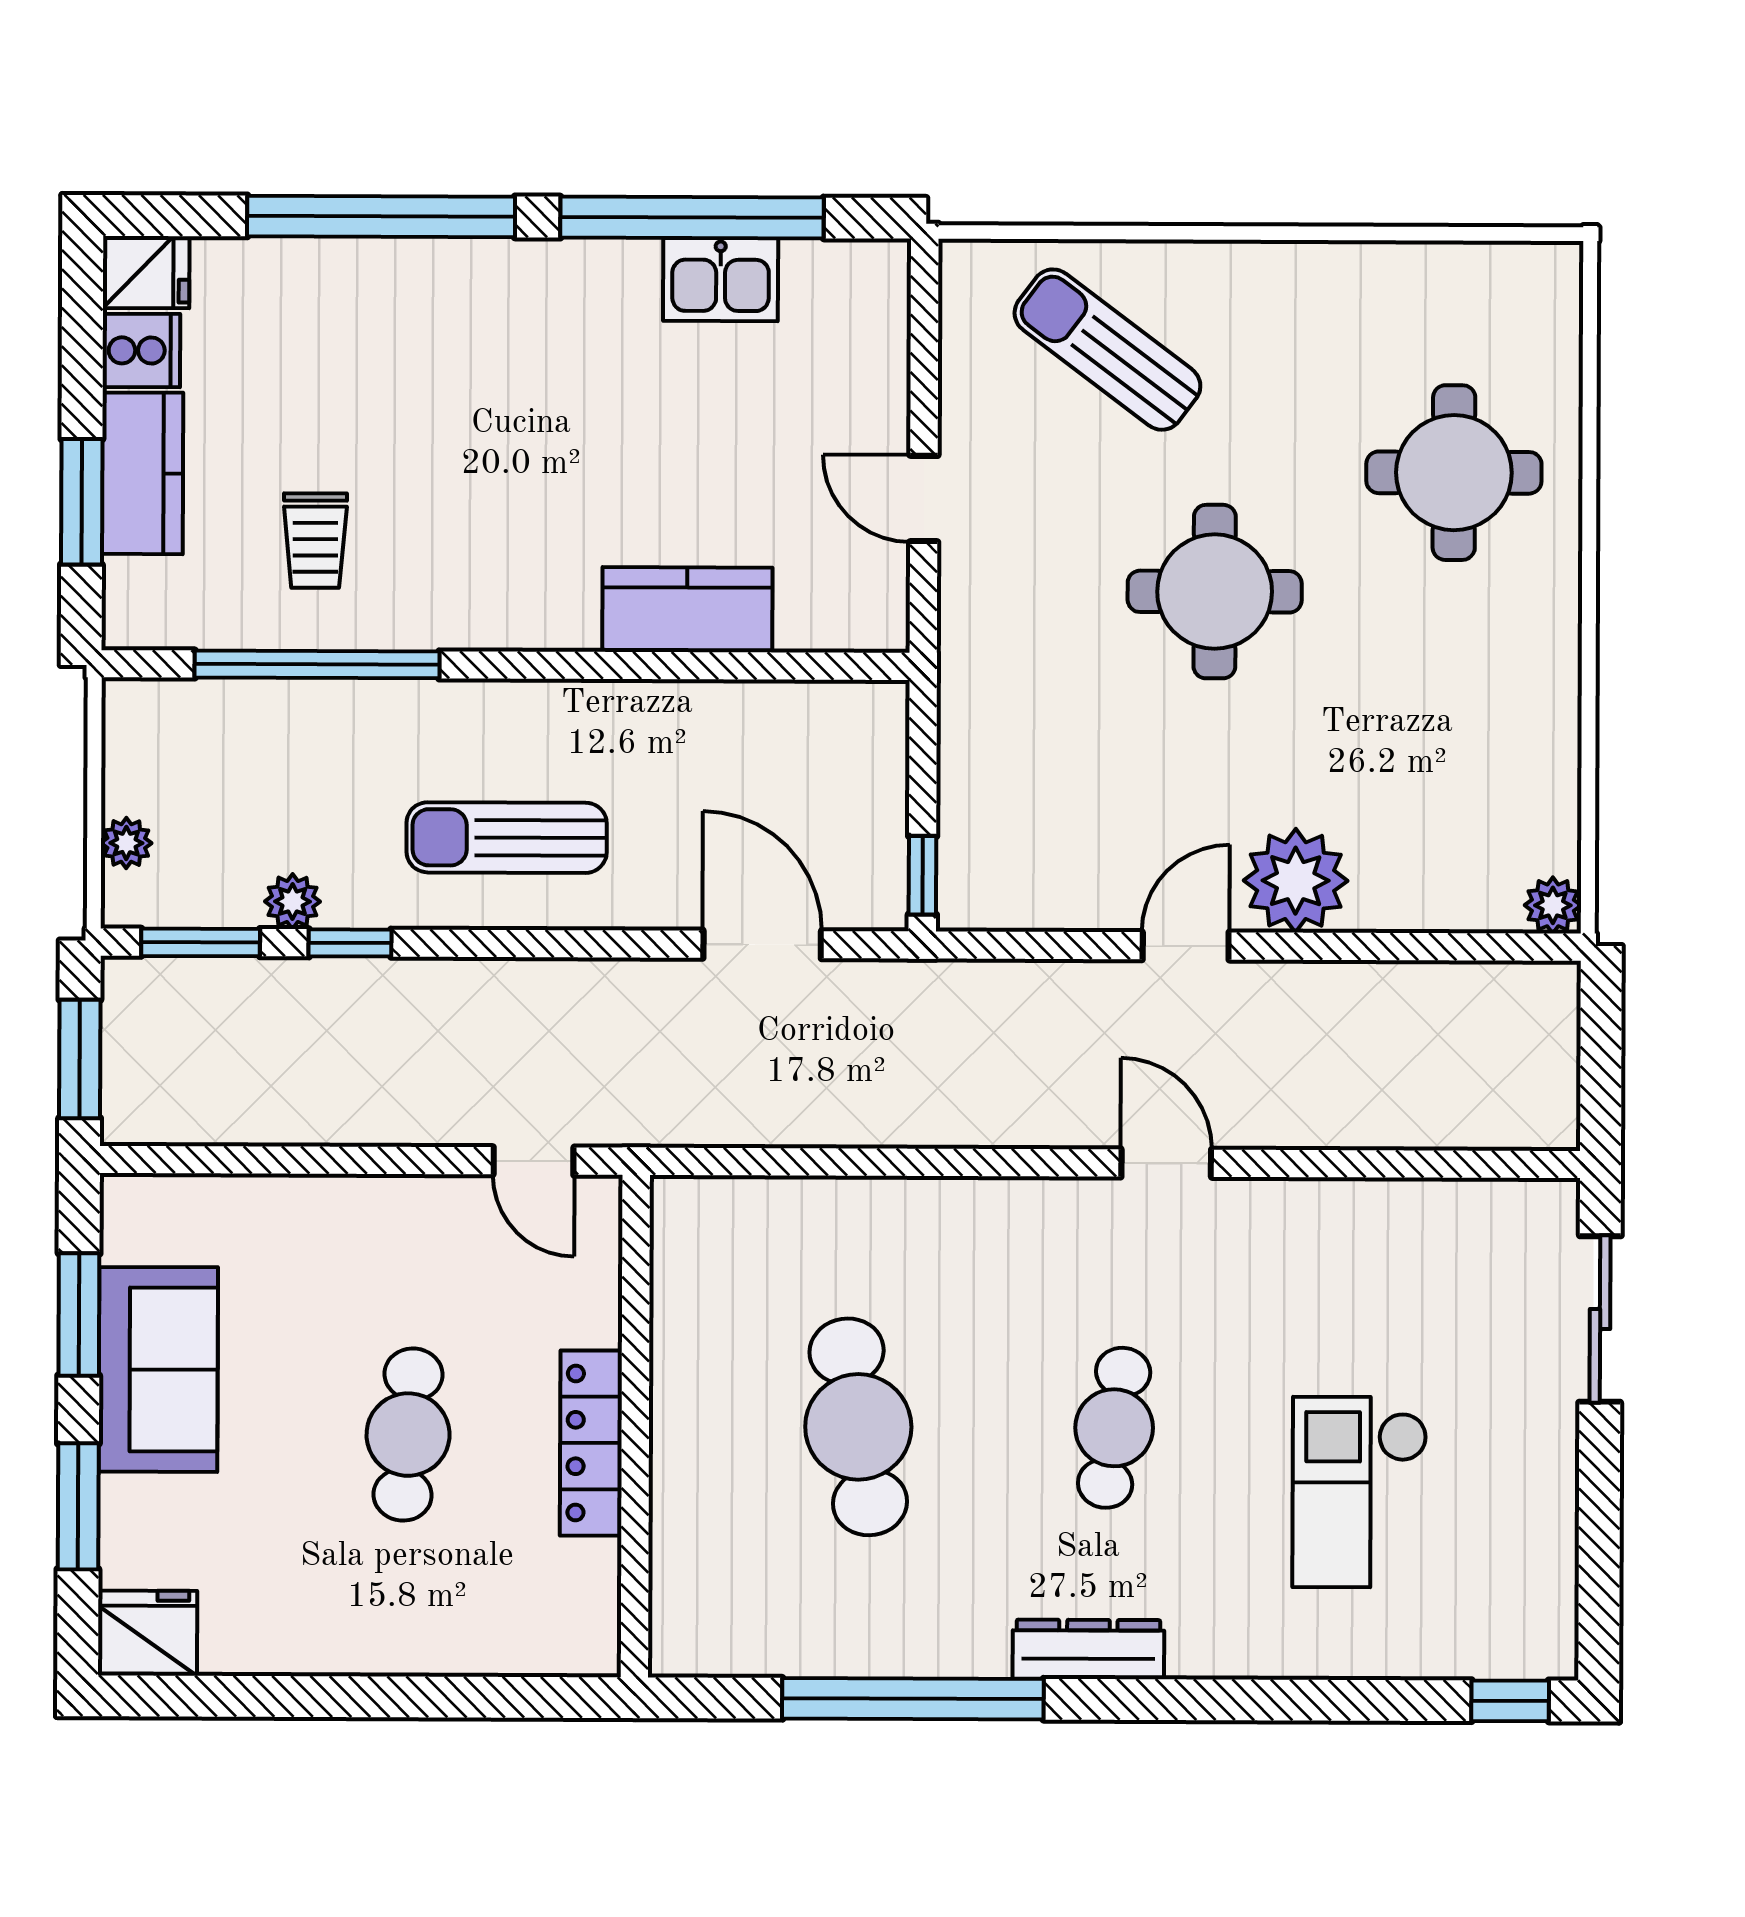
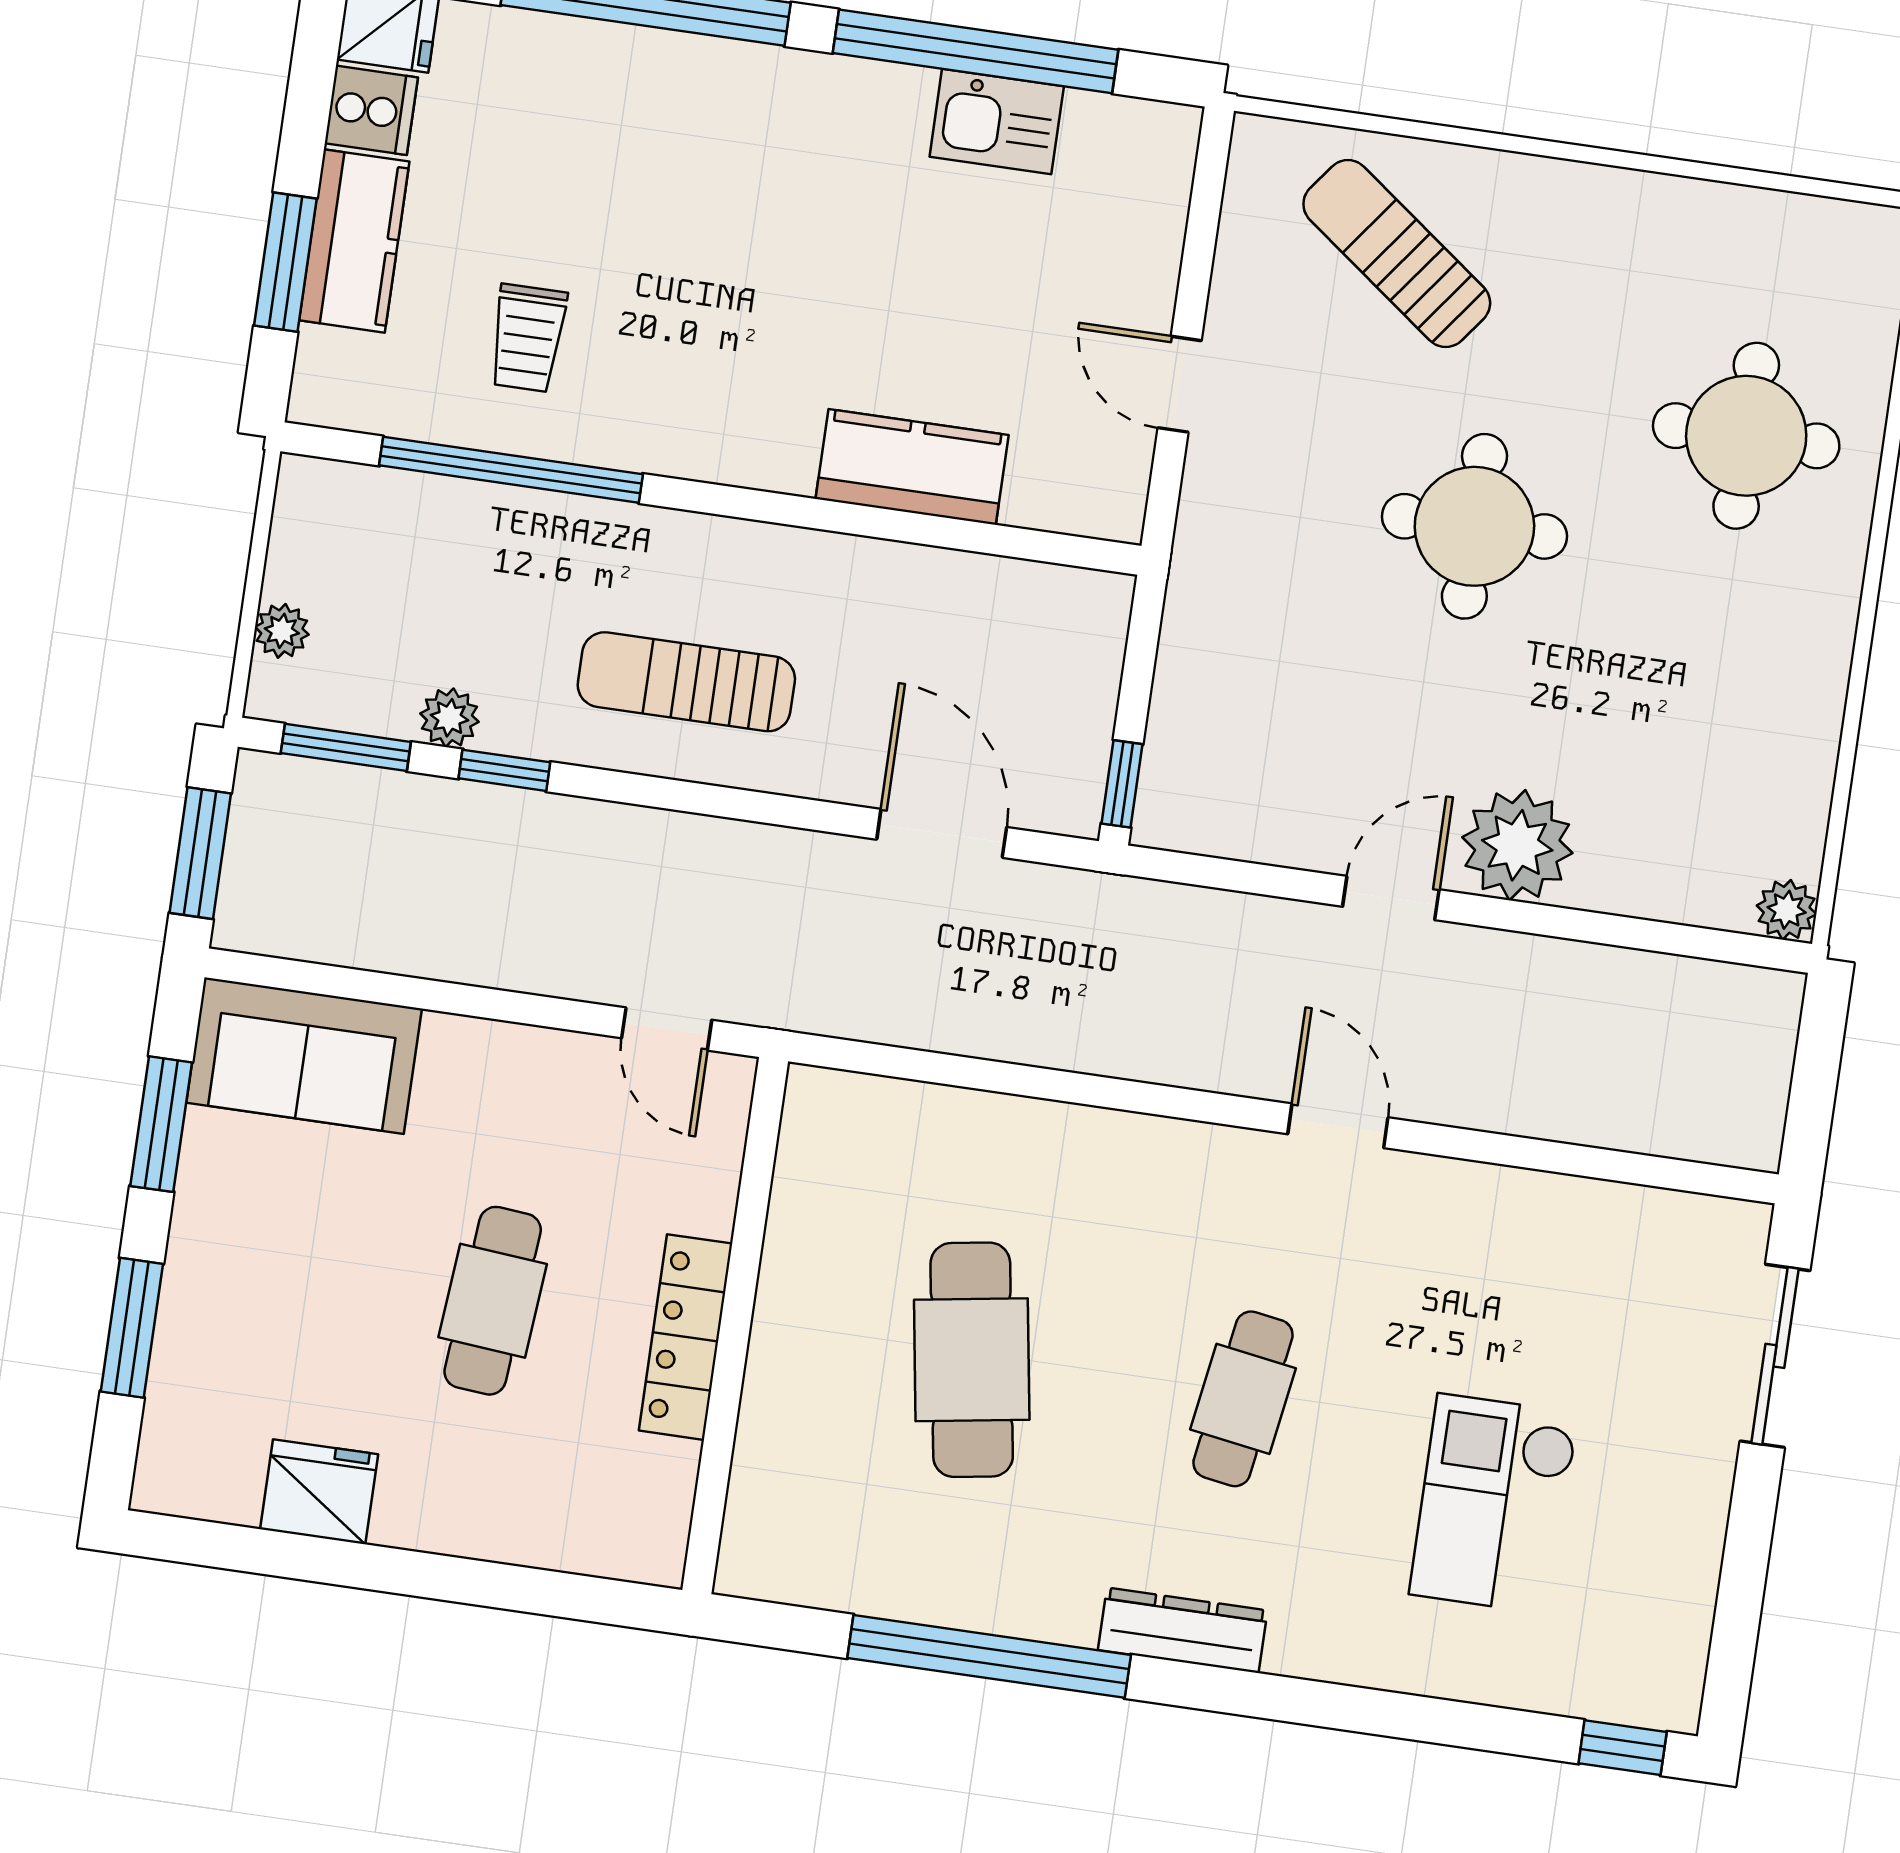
sofa: (158, 1369) -> (304, 1056), moved, turned 90
fridge: (148, 1633) -> (319, 1492), moved

